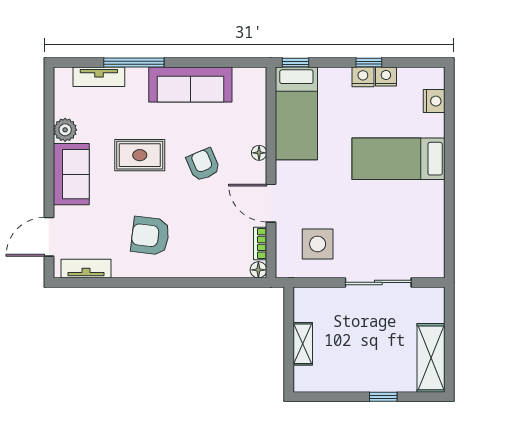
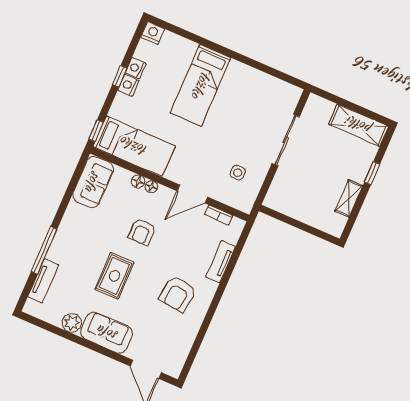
sofa: (190, 85) -> (93, 182), moved, width x0.73
nightstand: (434, 101) -> (153, 33), moved
armchair: (203, 165) -> (142, 232), turned -67
side table: (318, 244) -> (238, 173), width x0.54, depth x0.54
tv unit: (86, 269) -> (221, 262), moved
floor lamp: (258, 270) -> (138, 181), moved
shelving: (303, 344) -> (349, 198), moved, turned 90

